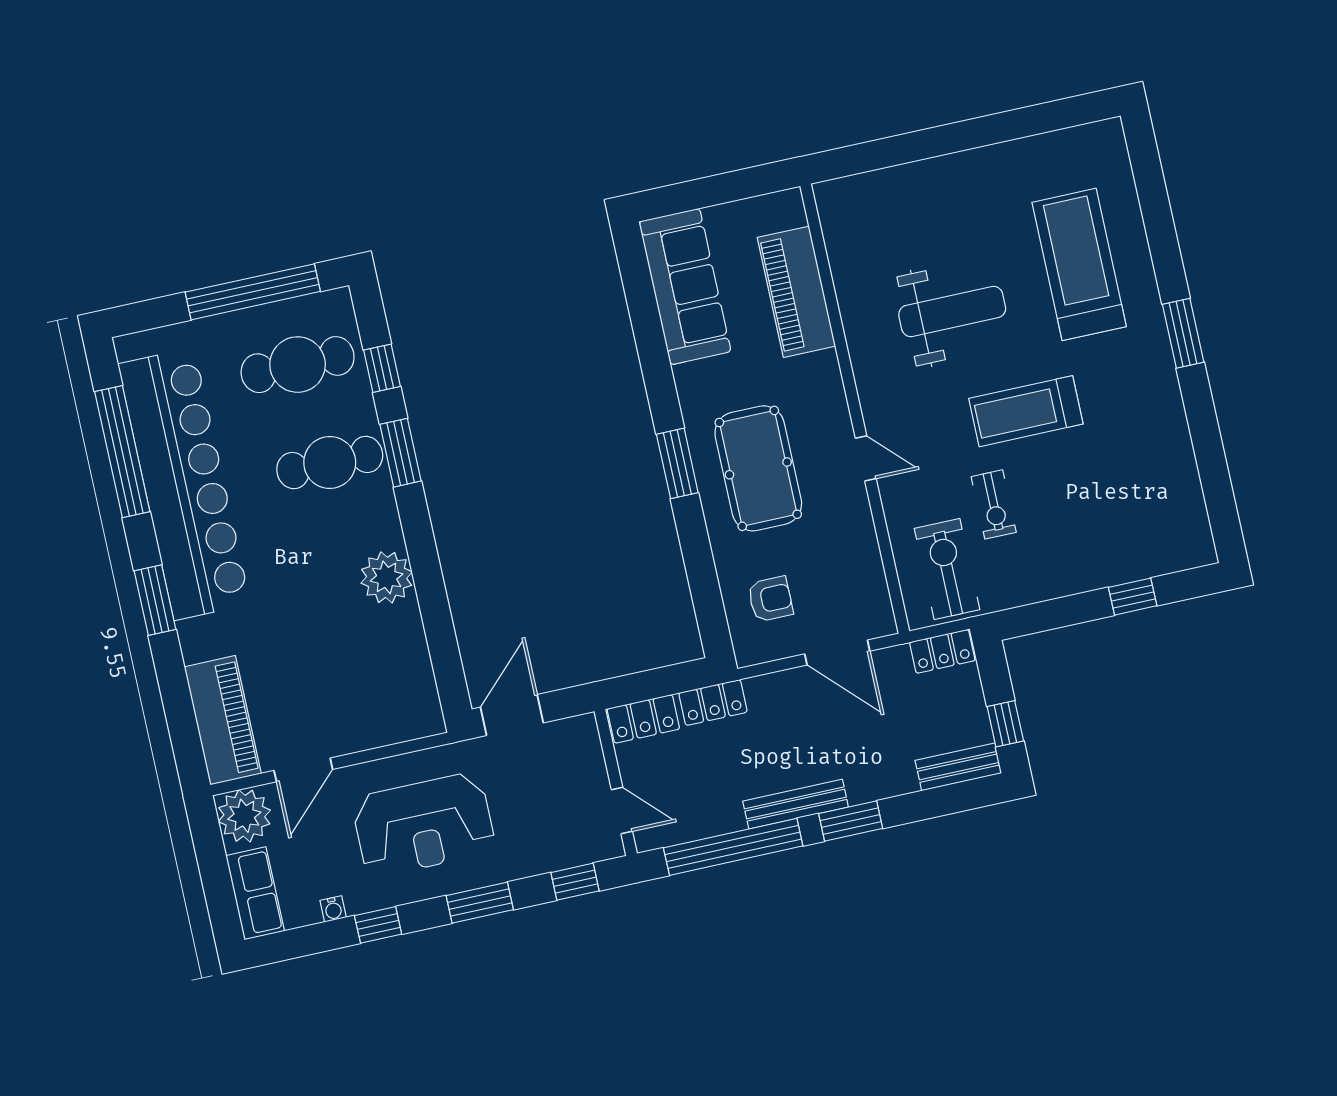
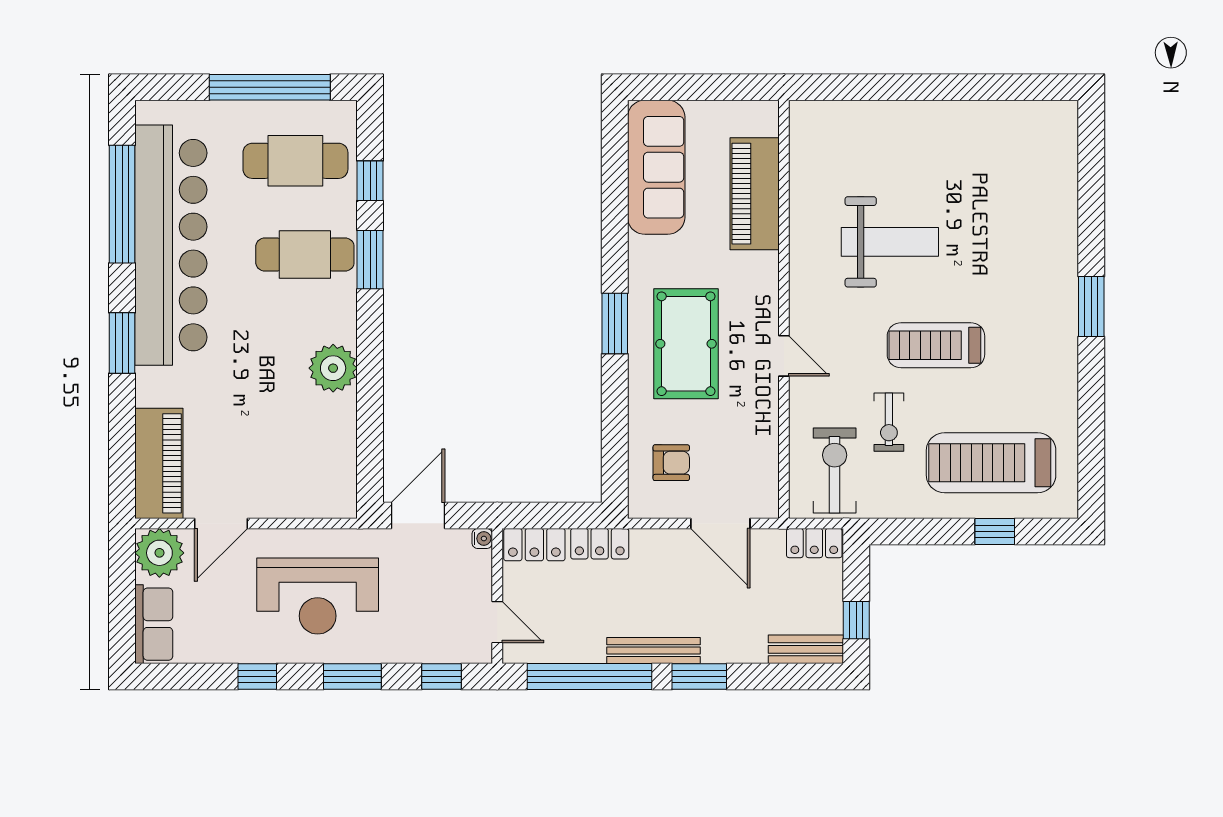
treadmill: (1079, 264) -> (991, 463), moved, turned -90
water cooler: (333, 909) -> (482, 539), moved, turned -90

